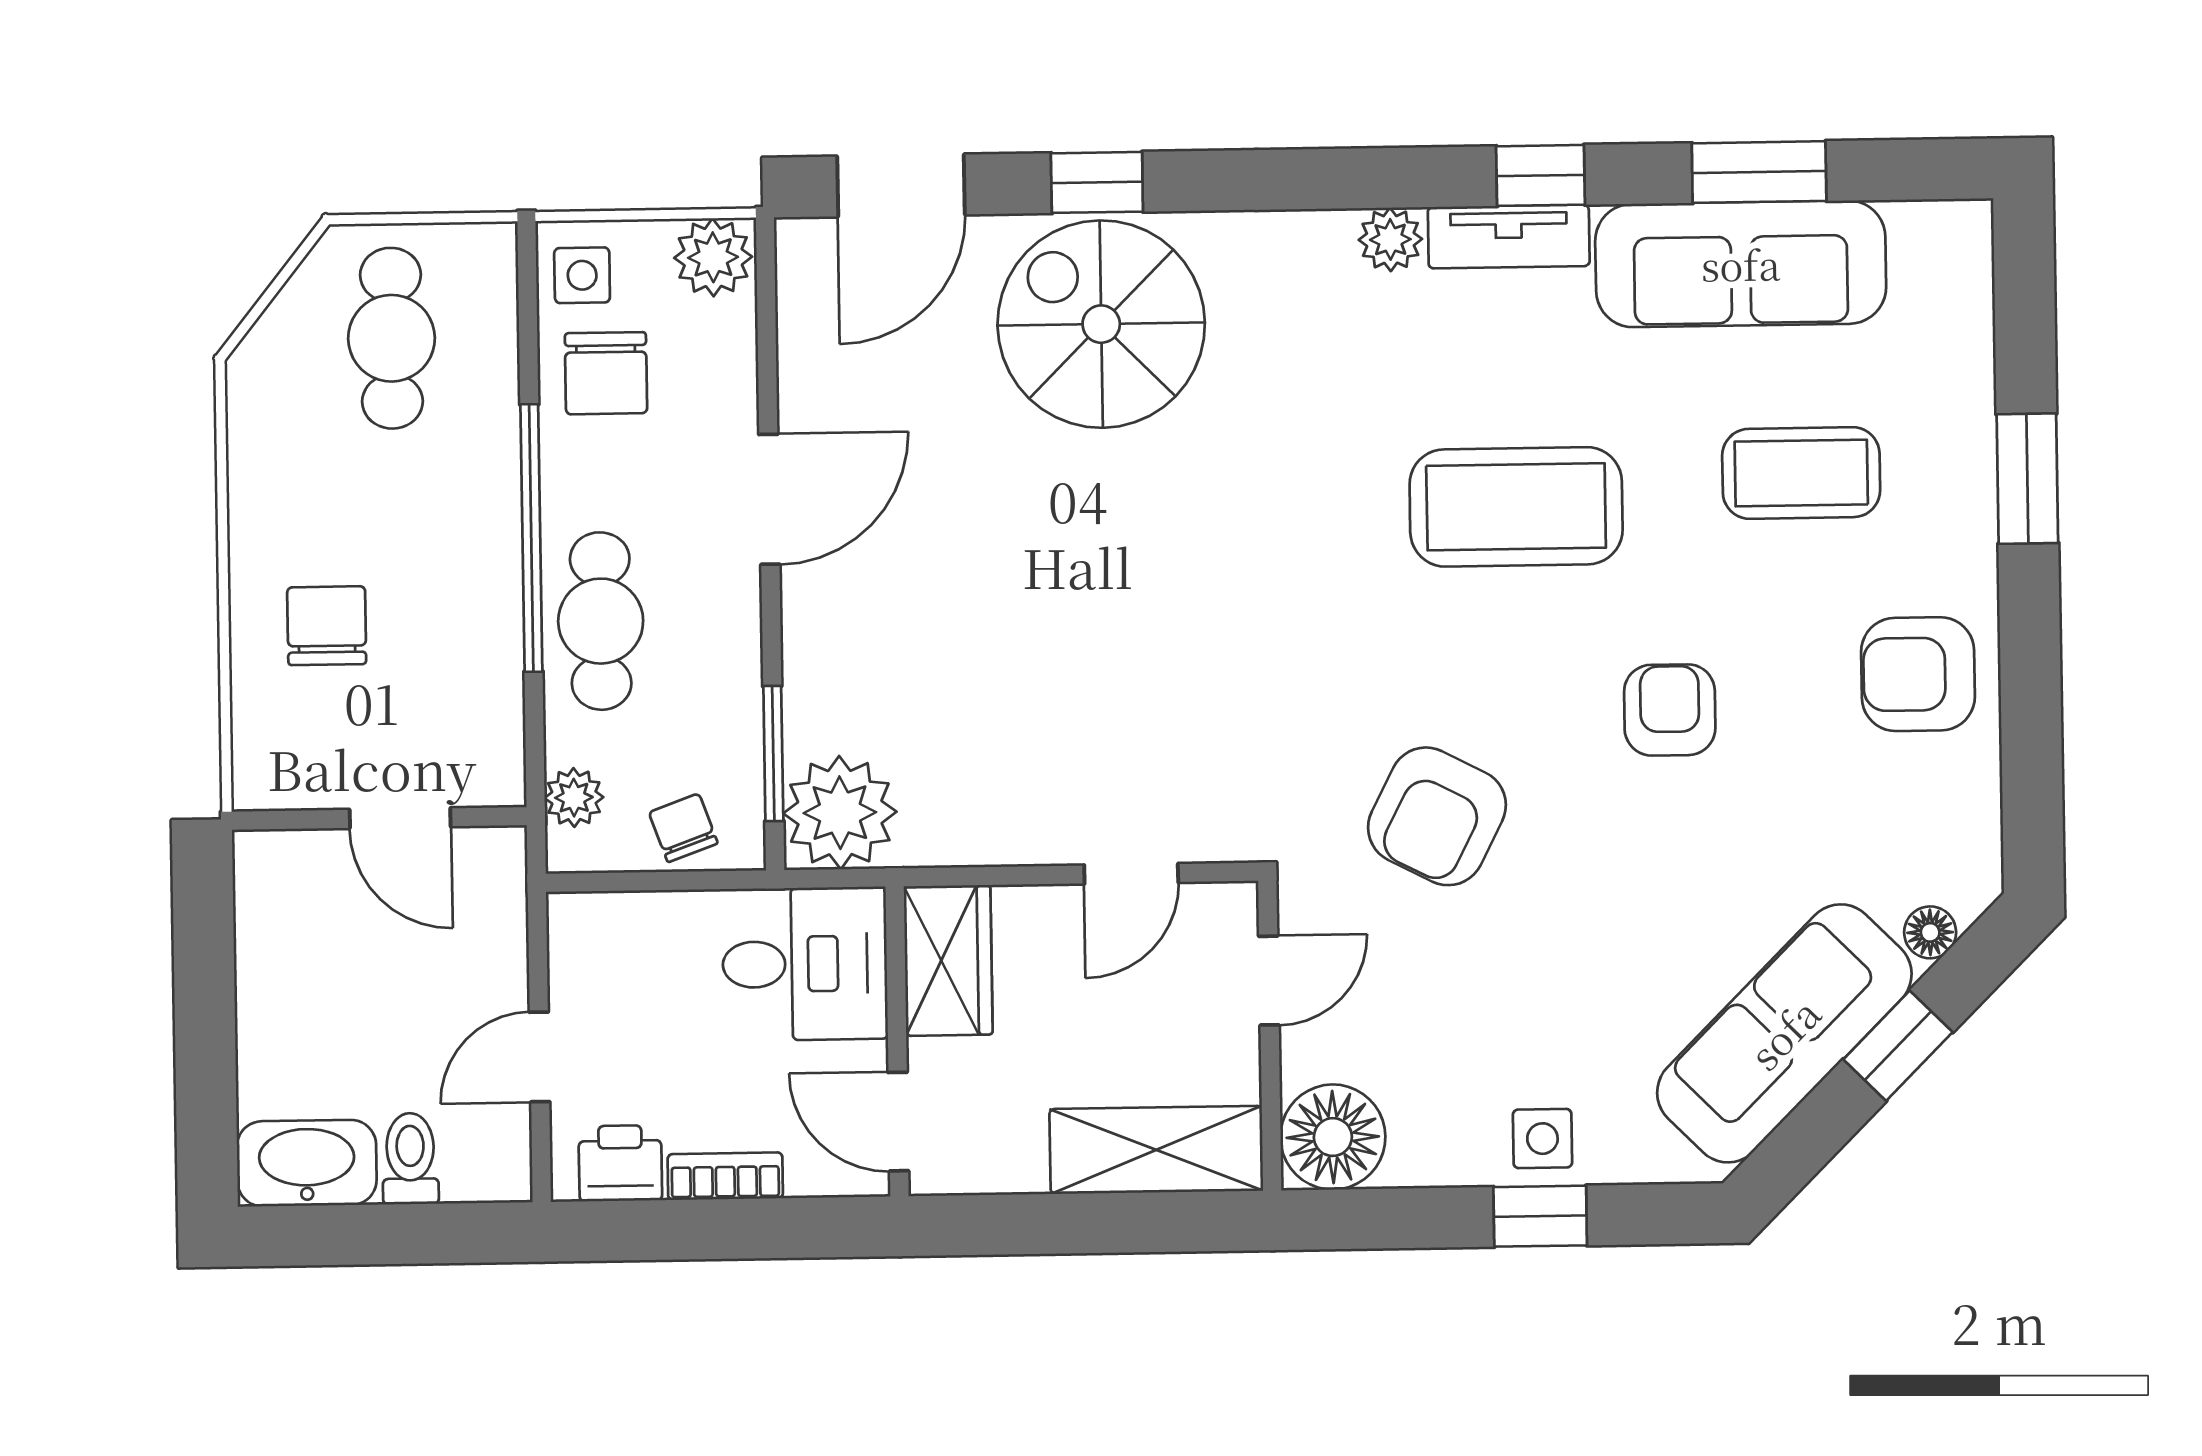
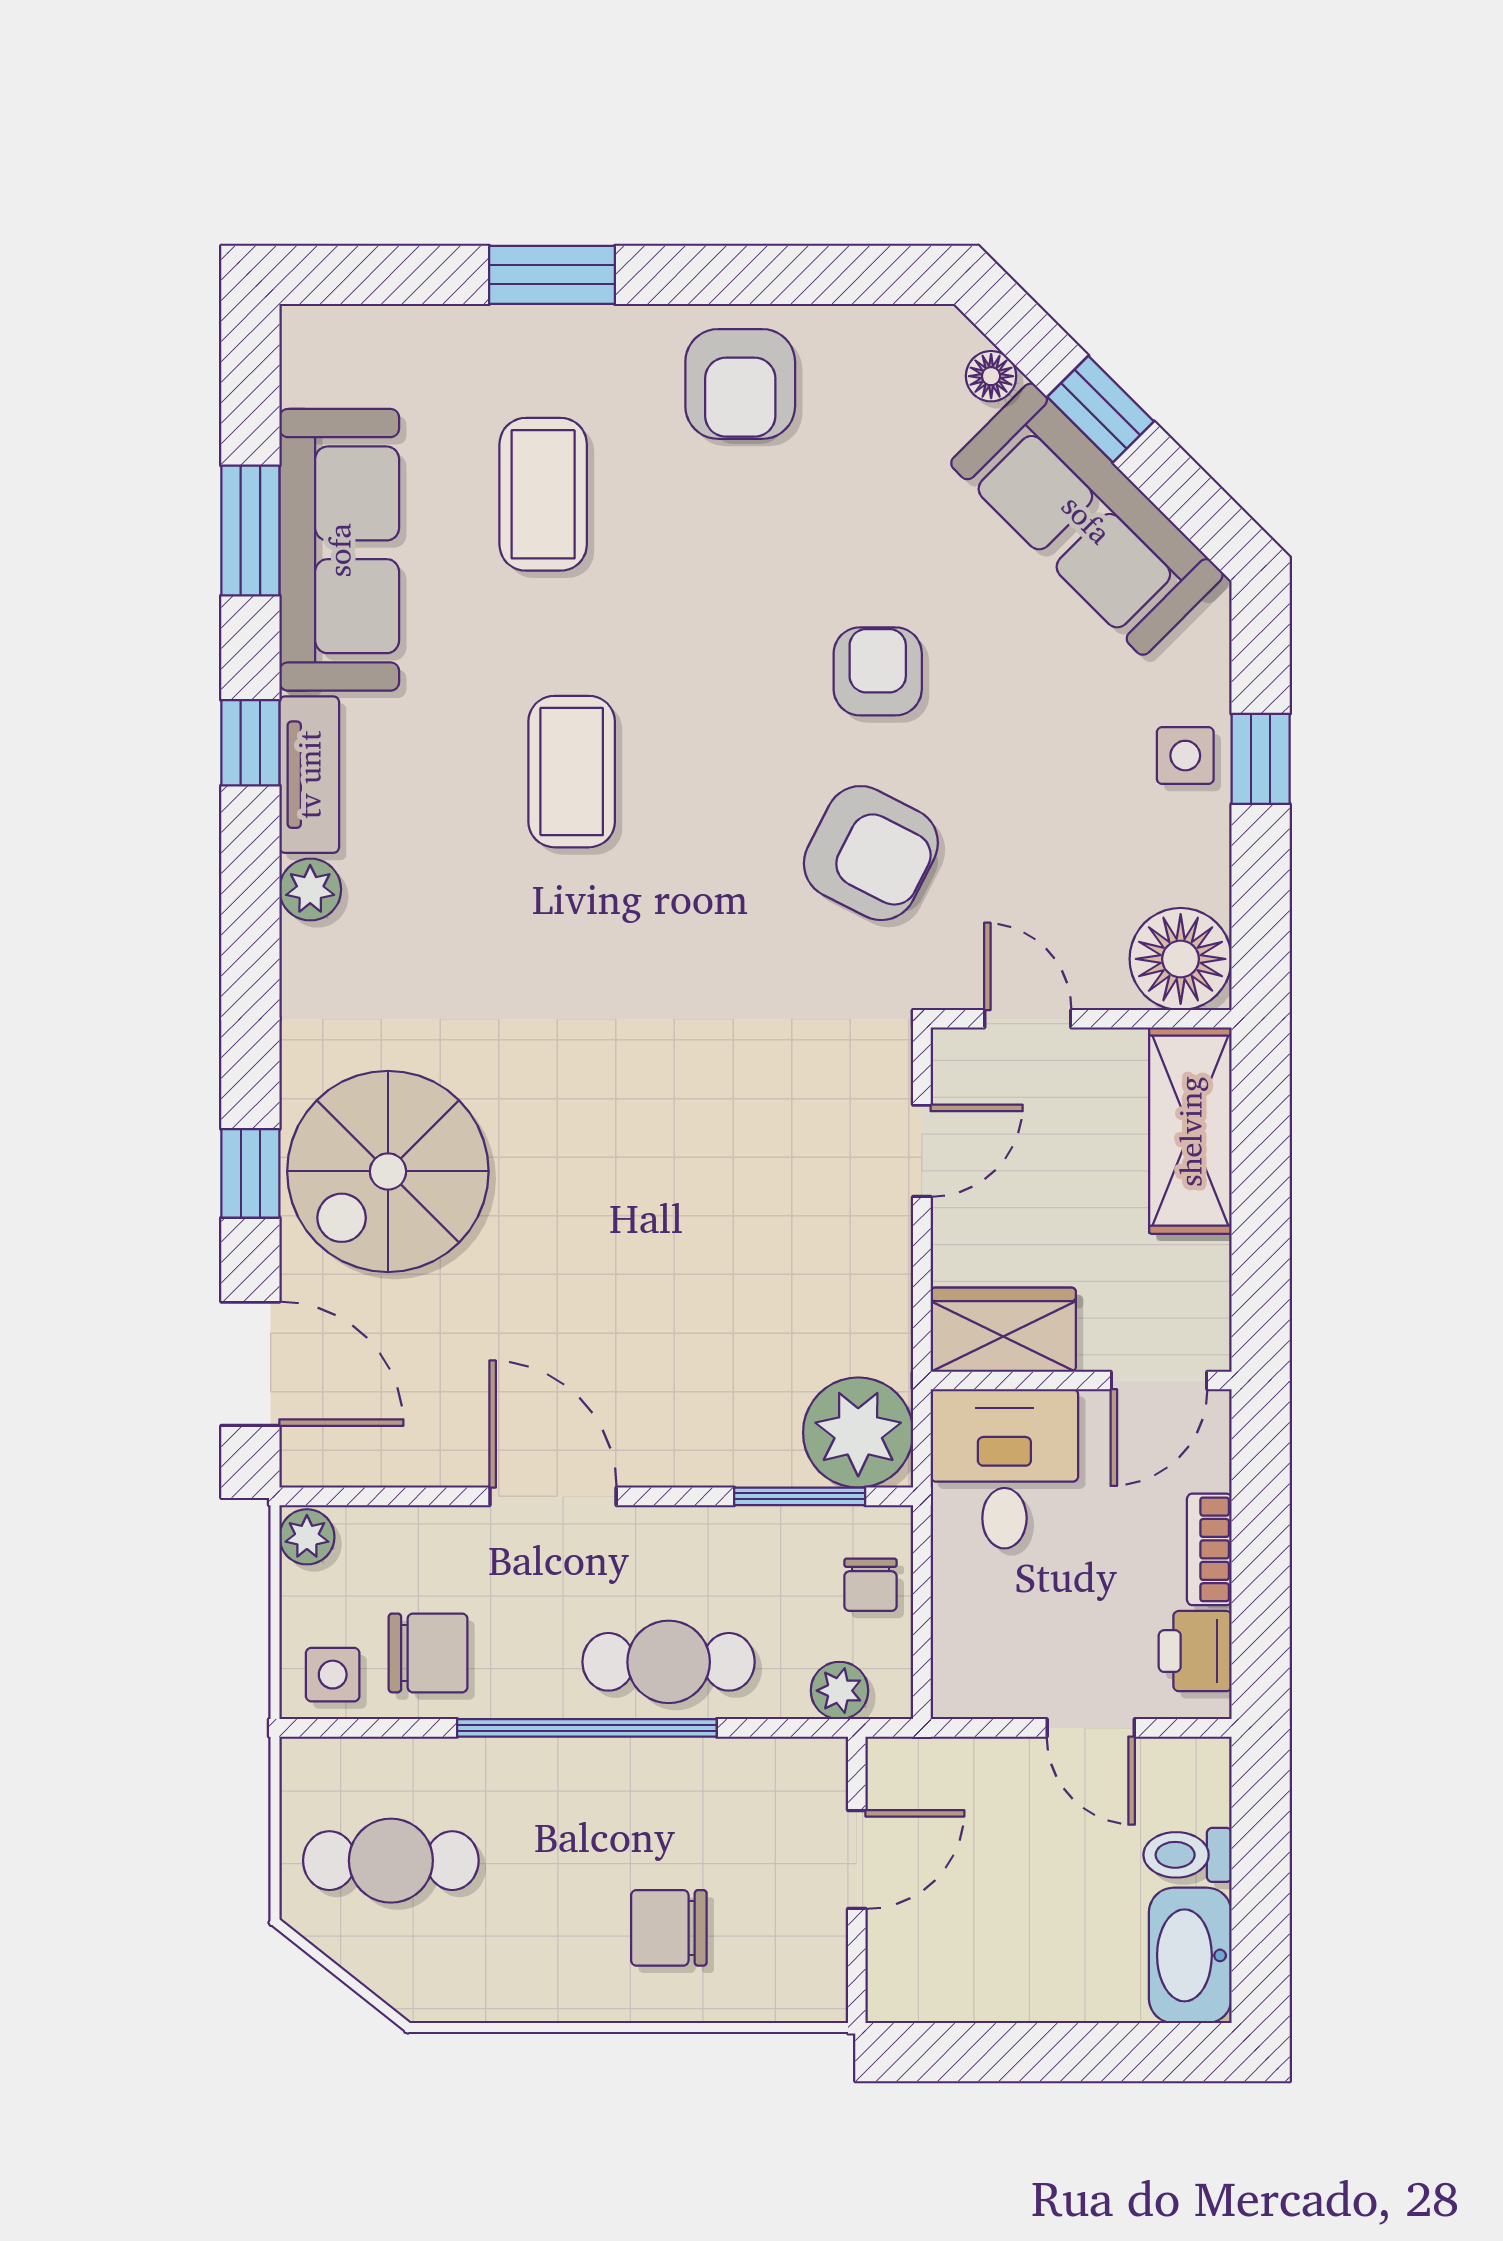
plant: (713, 257) -> (307, 1537), width x0.73, depth x0.73
coffee table: (1516, 507) -> (572, 772), width x0.73, depth x0.76
armchair: (1670, 710) -> (878, 671), moved, turned 90
chair: (683, 828) -> (871, 1585), turned -70
door: (1131, 874) -> (922, 1151), hinge flipped

